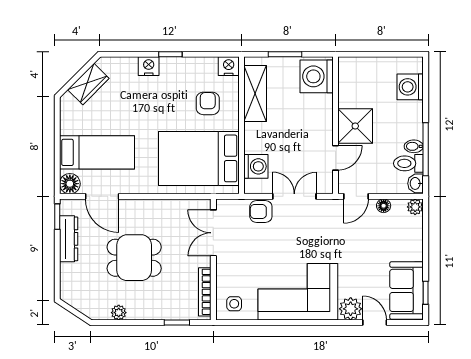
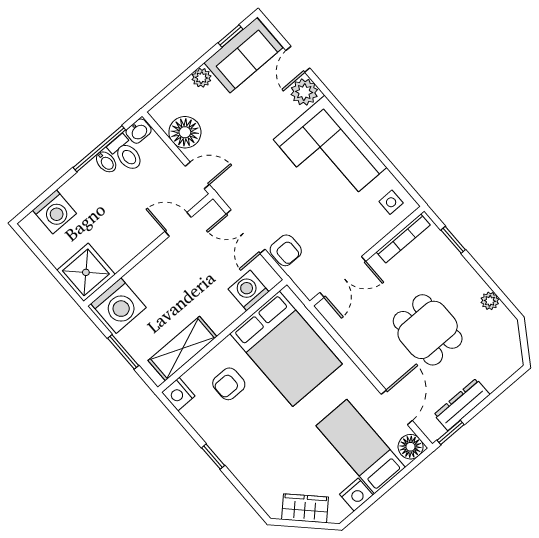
nightstand: (149, 66) -> (356, 495), moved, turned -90
shower: (355, 126) -> (86, 272), moved
floor lamp: (384, 206) -> (185, 132), width x1.89, depth x1.89
plant: (415, 207) -> (201, 78), moved

